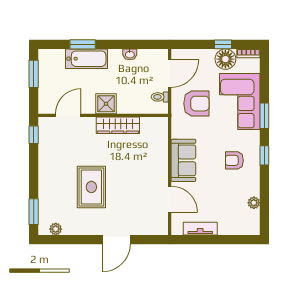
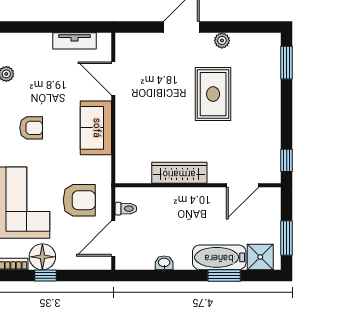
shower: (106, 104) -> (260, 257), moved
armchair: (196, 104) -> (79, 200), turned 180
plant: (56, 229) -> (222, 40), moved

